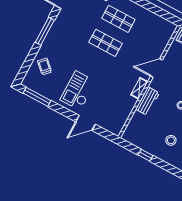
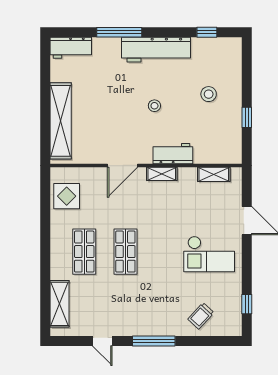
display table: (156, 26) -> (67, 196), added
door: (156, 68) -> (122, 165), hinge flipped
window: (37, 97) -> (247, 304), width x0.46
shelving: (123, 118) -> (214, 174), added

